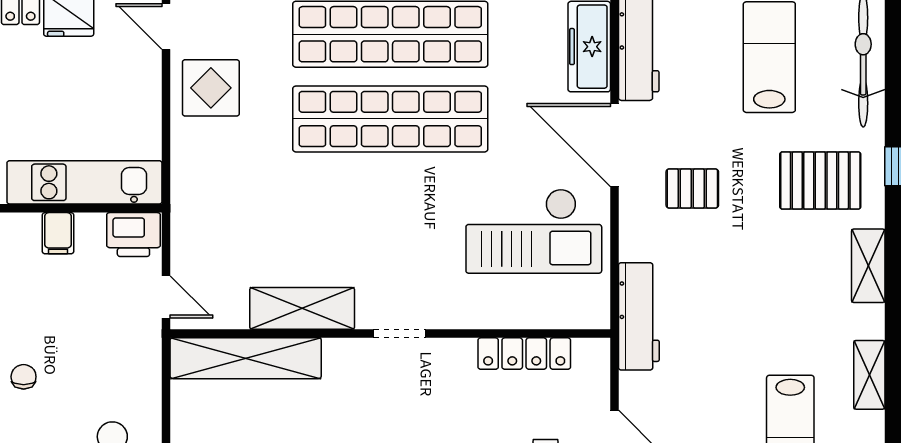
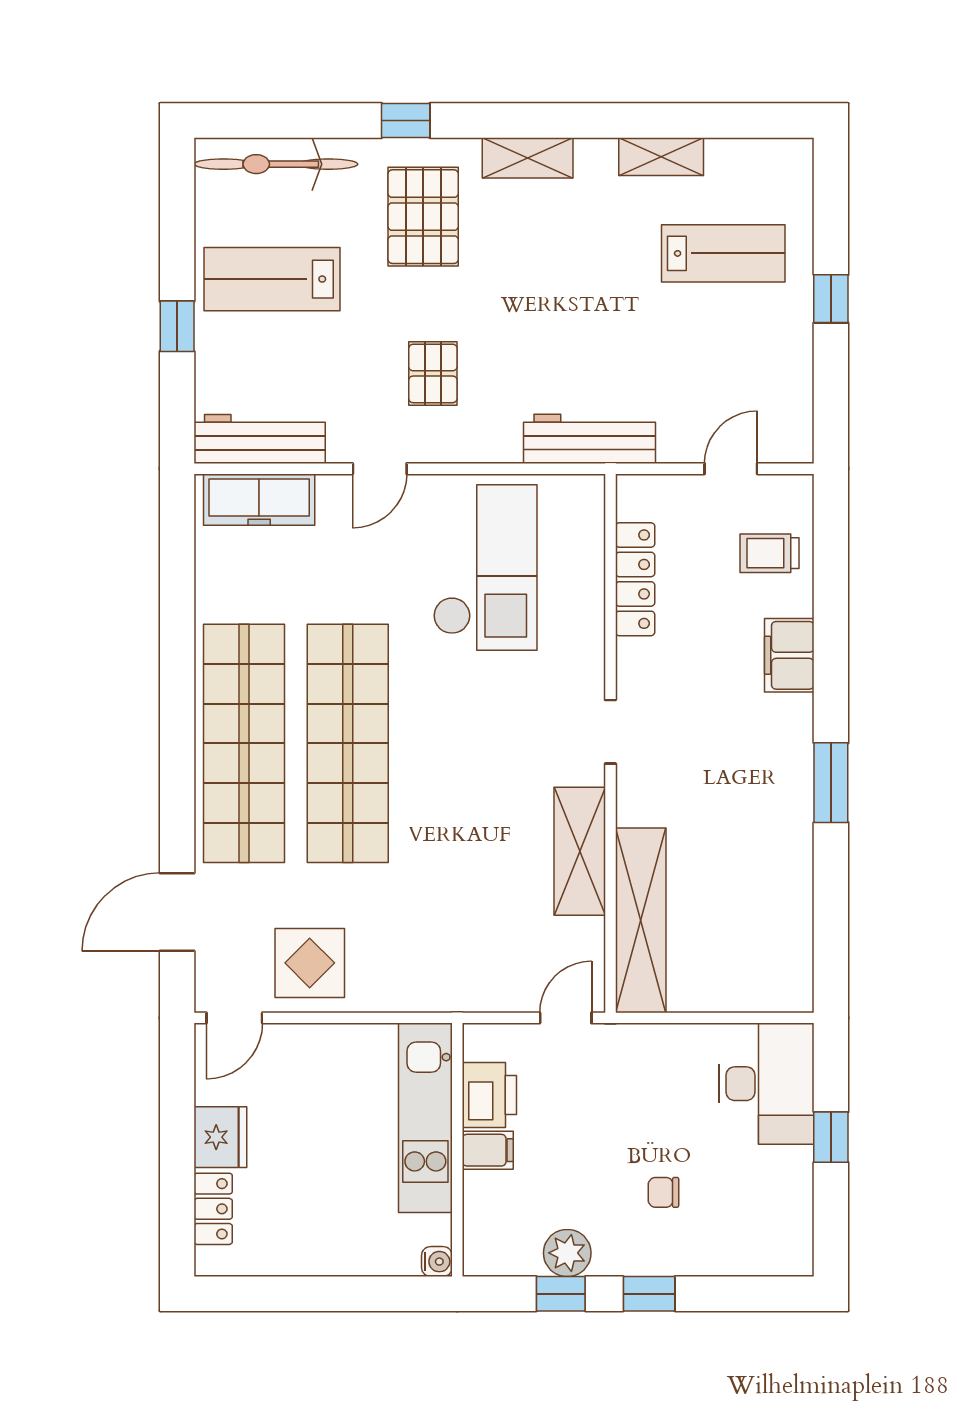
door: (614, 145) -> (380, 469), width x0.53
printer: (133, 235) -> (489, 1095), moved

